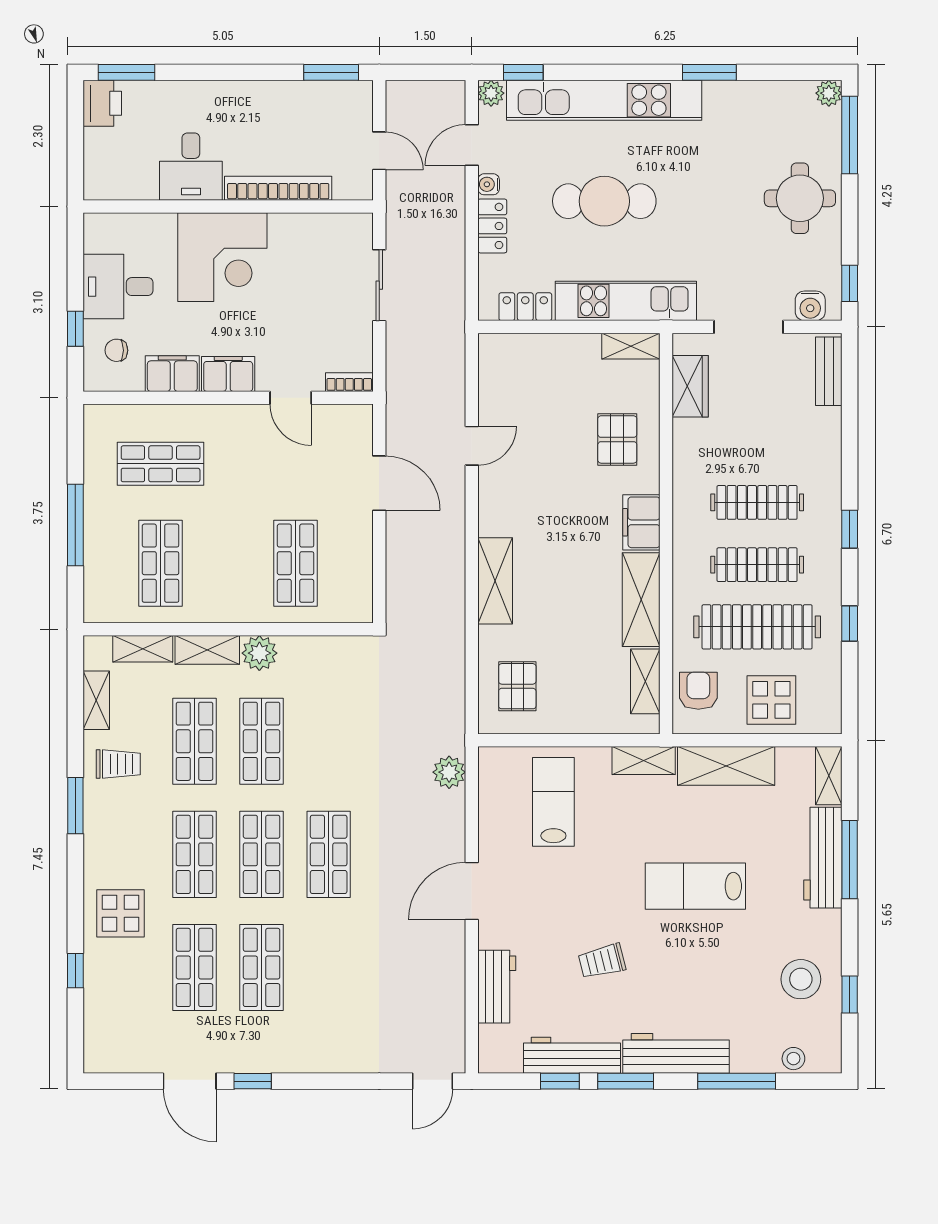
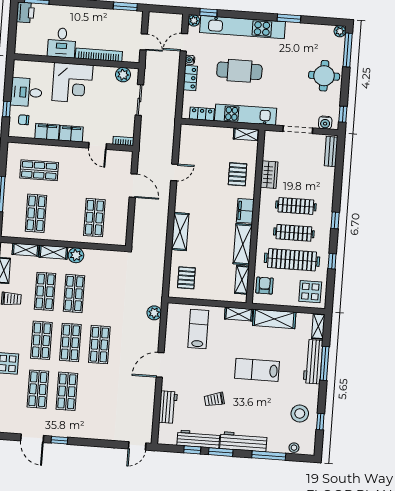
plant: (337, 230) -> (123, 75), added
wardrobe: (690, 386) -> (269, 175), moved
display table: (771, 700) -> (310, 292), moved

